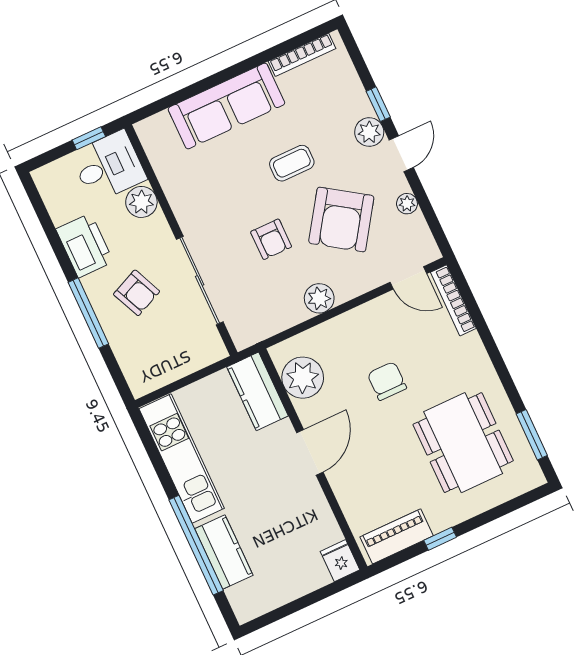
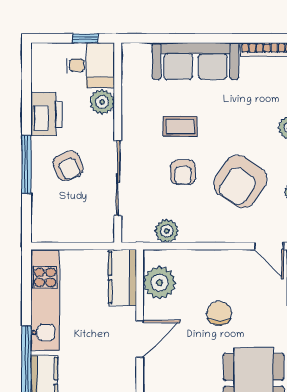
coffee table: (292, 163) -> (180, 126), moved
plant: (319, 298) -> (167, 231), moved

